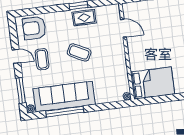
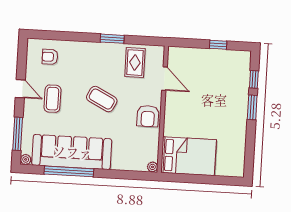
rug: (84, 18) -> (135, 63), moved, turned 90
armchair: (34, 28) -> (50, 57), width x0.53, depth x0.53
armchair: (116, 59) -> (148, 116), added

